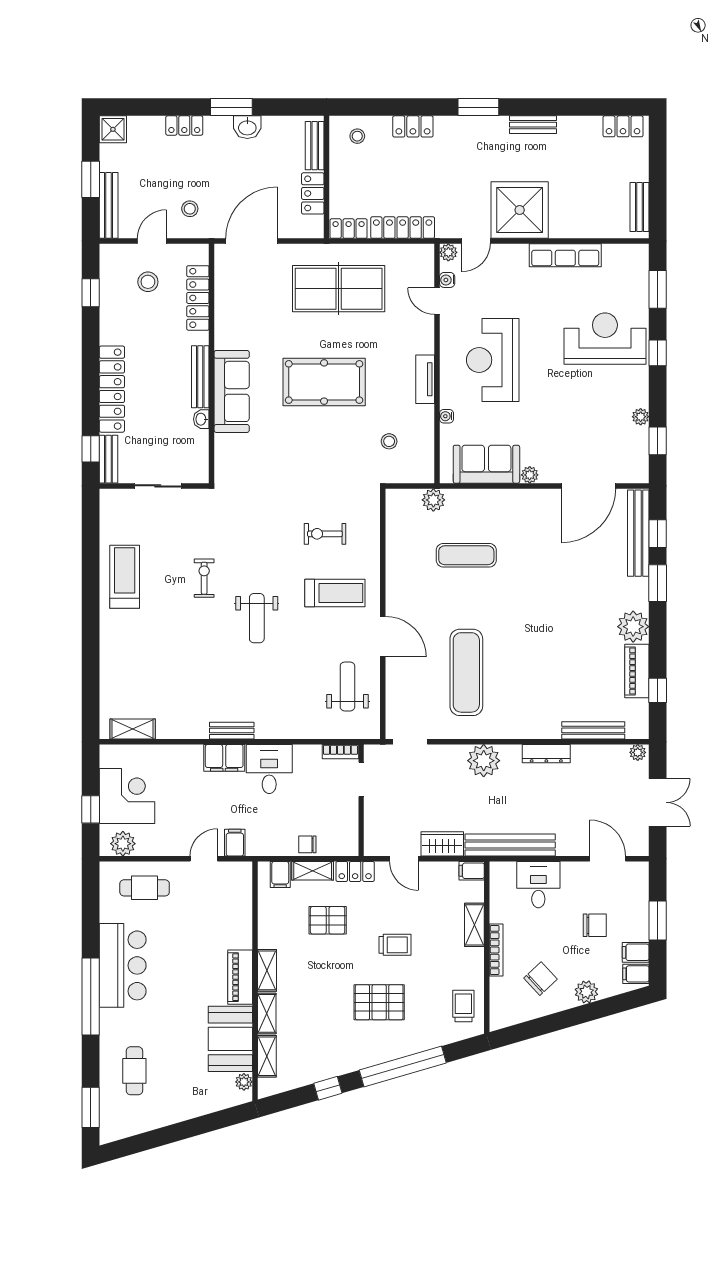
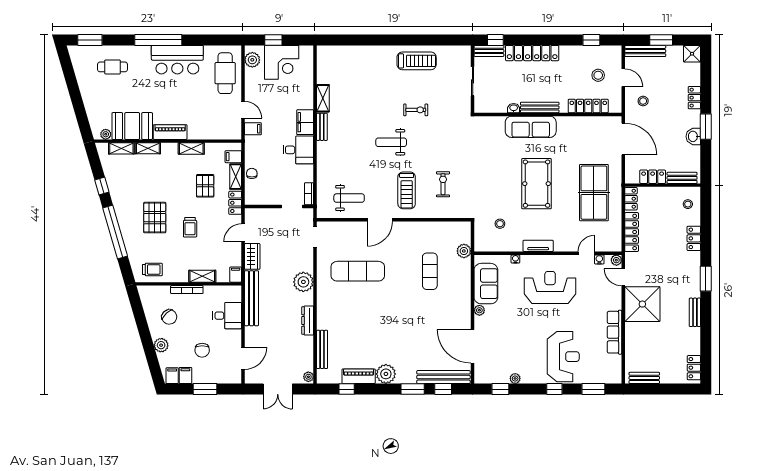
shelving: (133, 729) -> (323, 98), moved
cafe table: (145, 888) -> (225, 73), width x1.37, depth x1.35
shelving: (267, 970) -> (191, 149), moved

